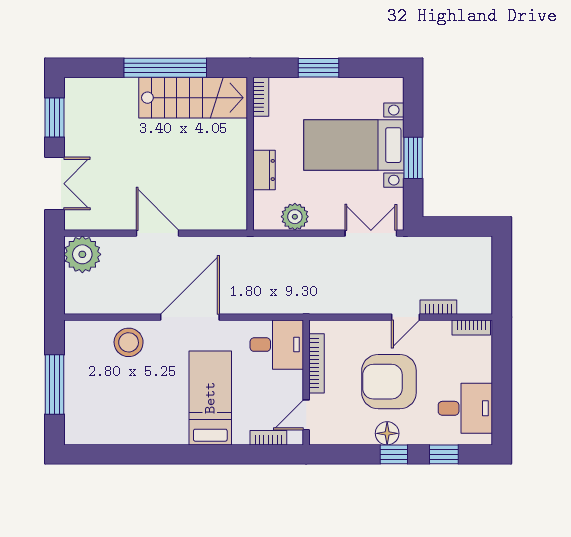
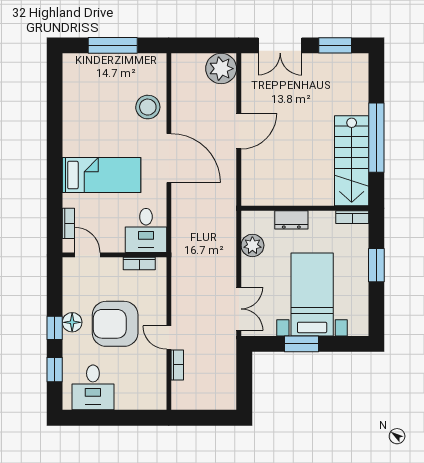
bookcase: (471, 328) -> (160, 392), removed
bookcase: (317, 363) -> (139, 264), width x0.64
armchair: (389, 382) -> (115, 324), turned -90

